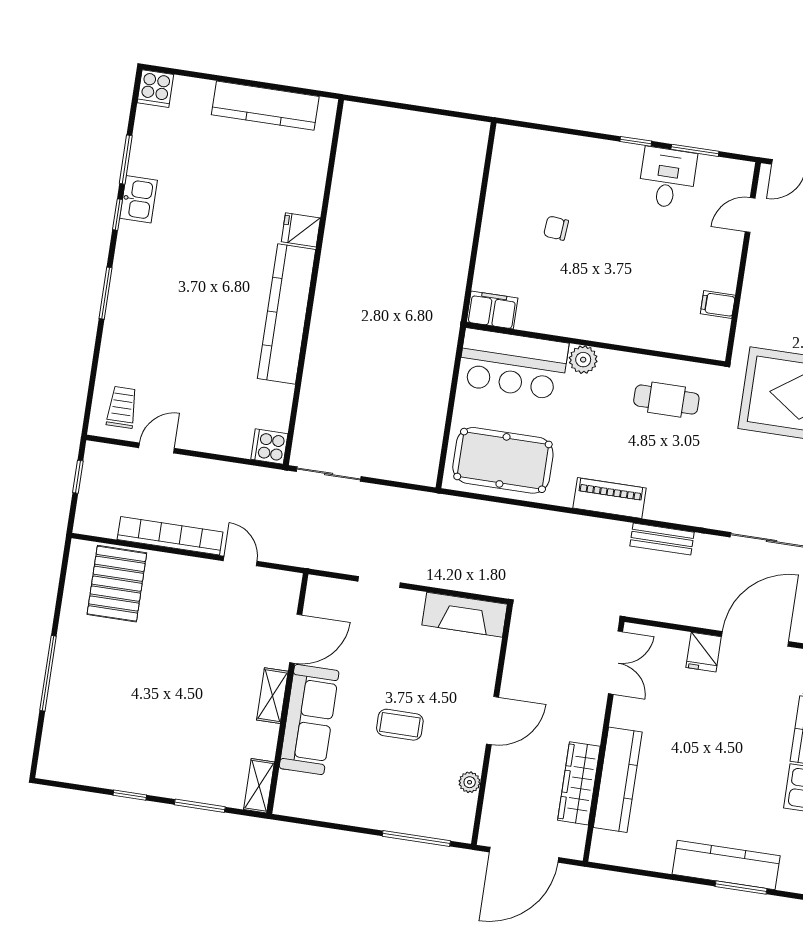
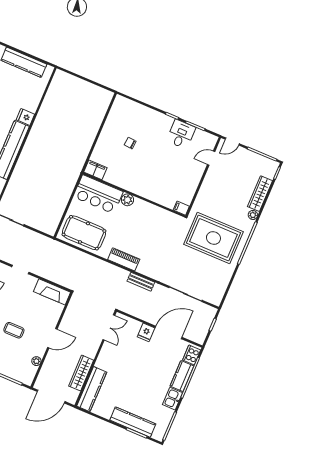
filing cabinet: (718, 304) -> (181, 208), moved
cafe table: (666, 400) -> (157, 225), removed
kitchen counter: (618, 780) -> (92, 389), moved

